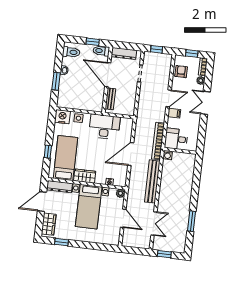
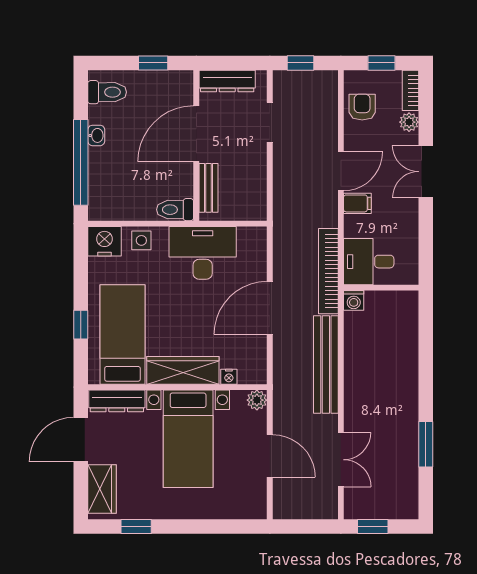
toilet: (101, 51) -> (175, 210), moved
door: (108, 75) -> (196, 134), hinge flipped
window: (56, 81) -> (81, 162), width x2.11
wardrobe: (85, 176) -> (183, 370), width x1.50

